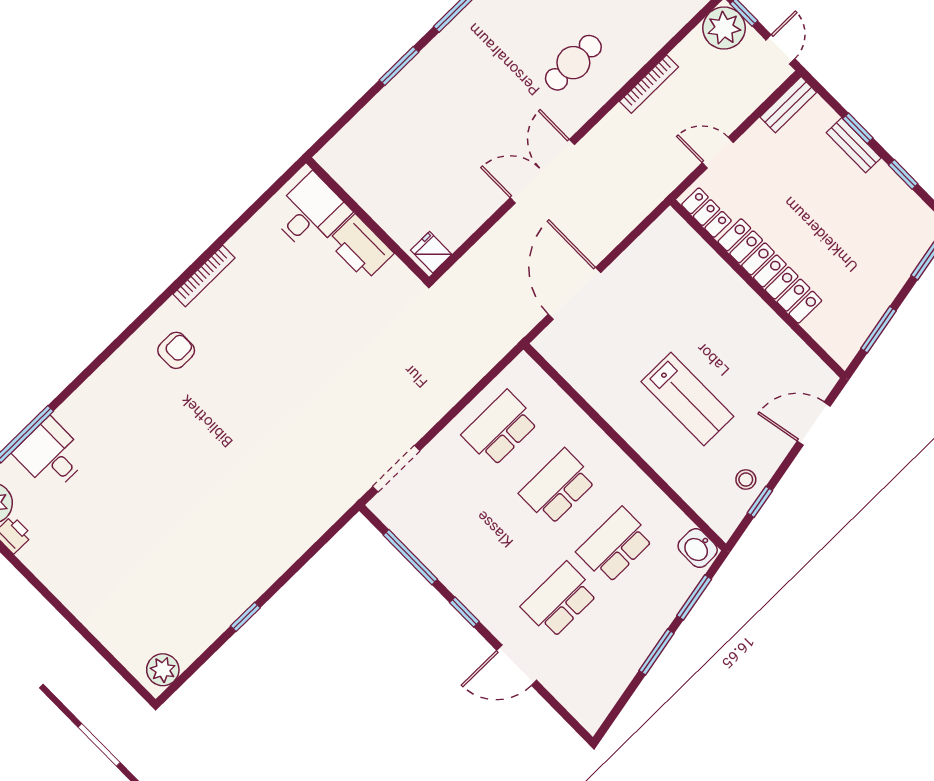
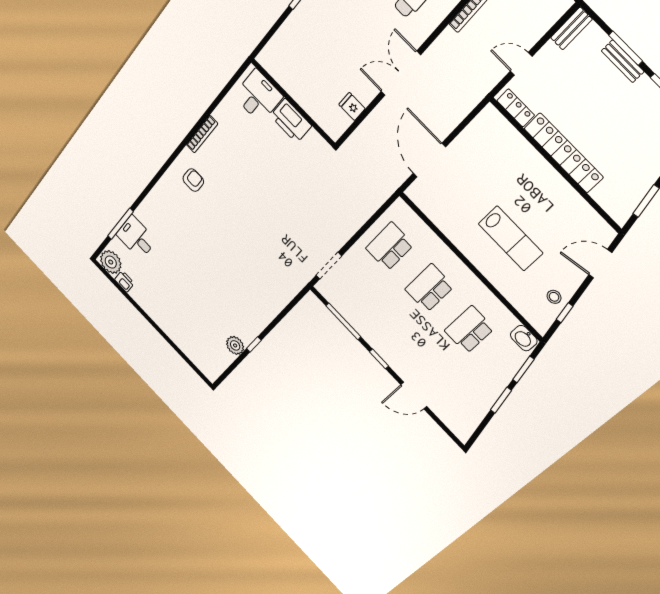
window: (858, 128) -> (625, 48), width x1.50
fridge: (431, 252) -> (352, 107), moved
school desk: (559, 600) -> (437, 359), removed
plant: (163, 670) -> (235, 345), moved

